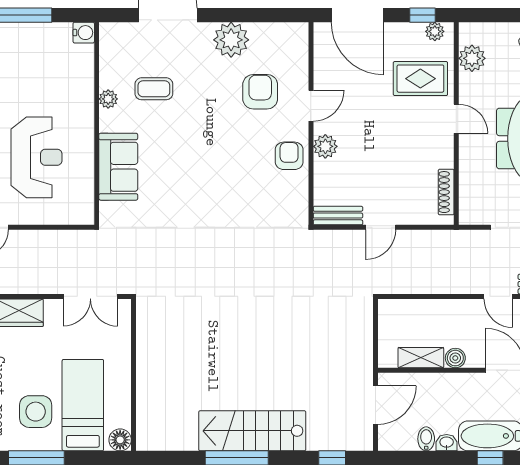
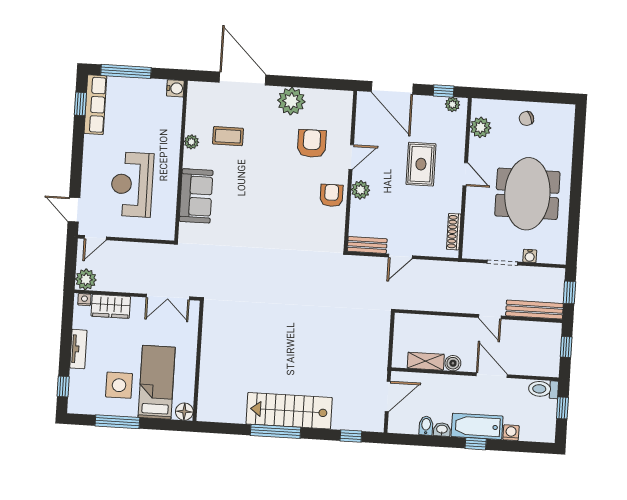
rug: (420, 79) -> (421, 164), moved, turned 90
reception desk: (36, 157) -> (132, 184), turned 180

